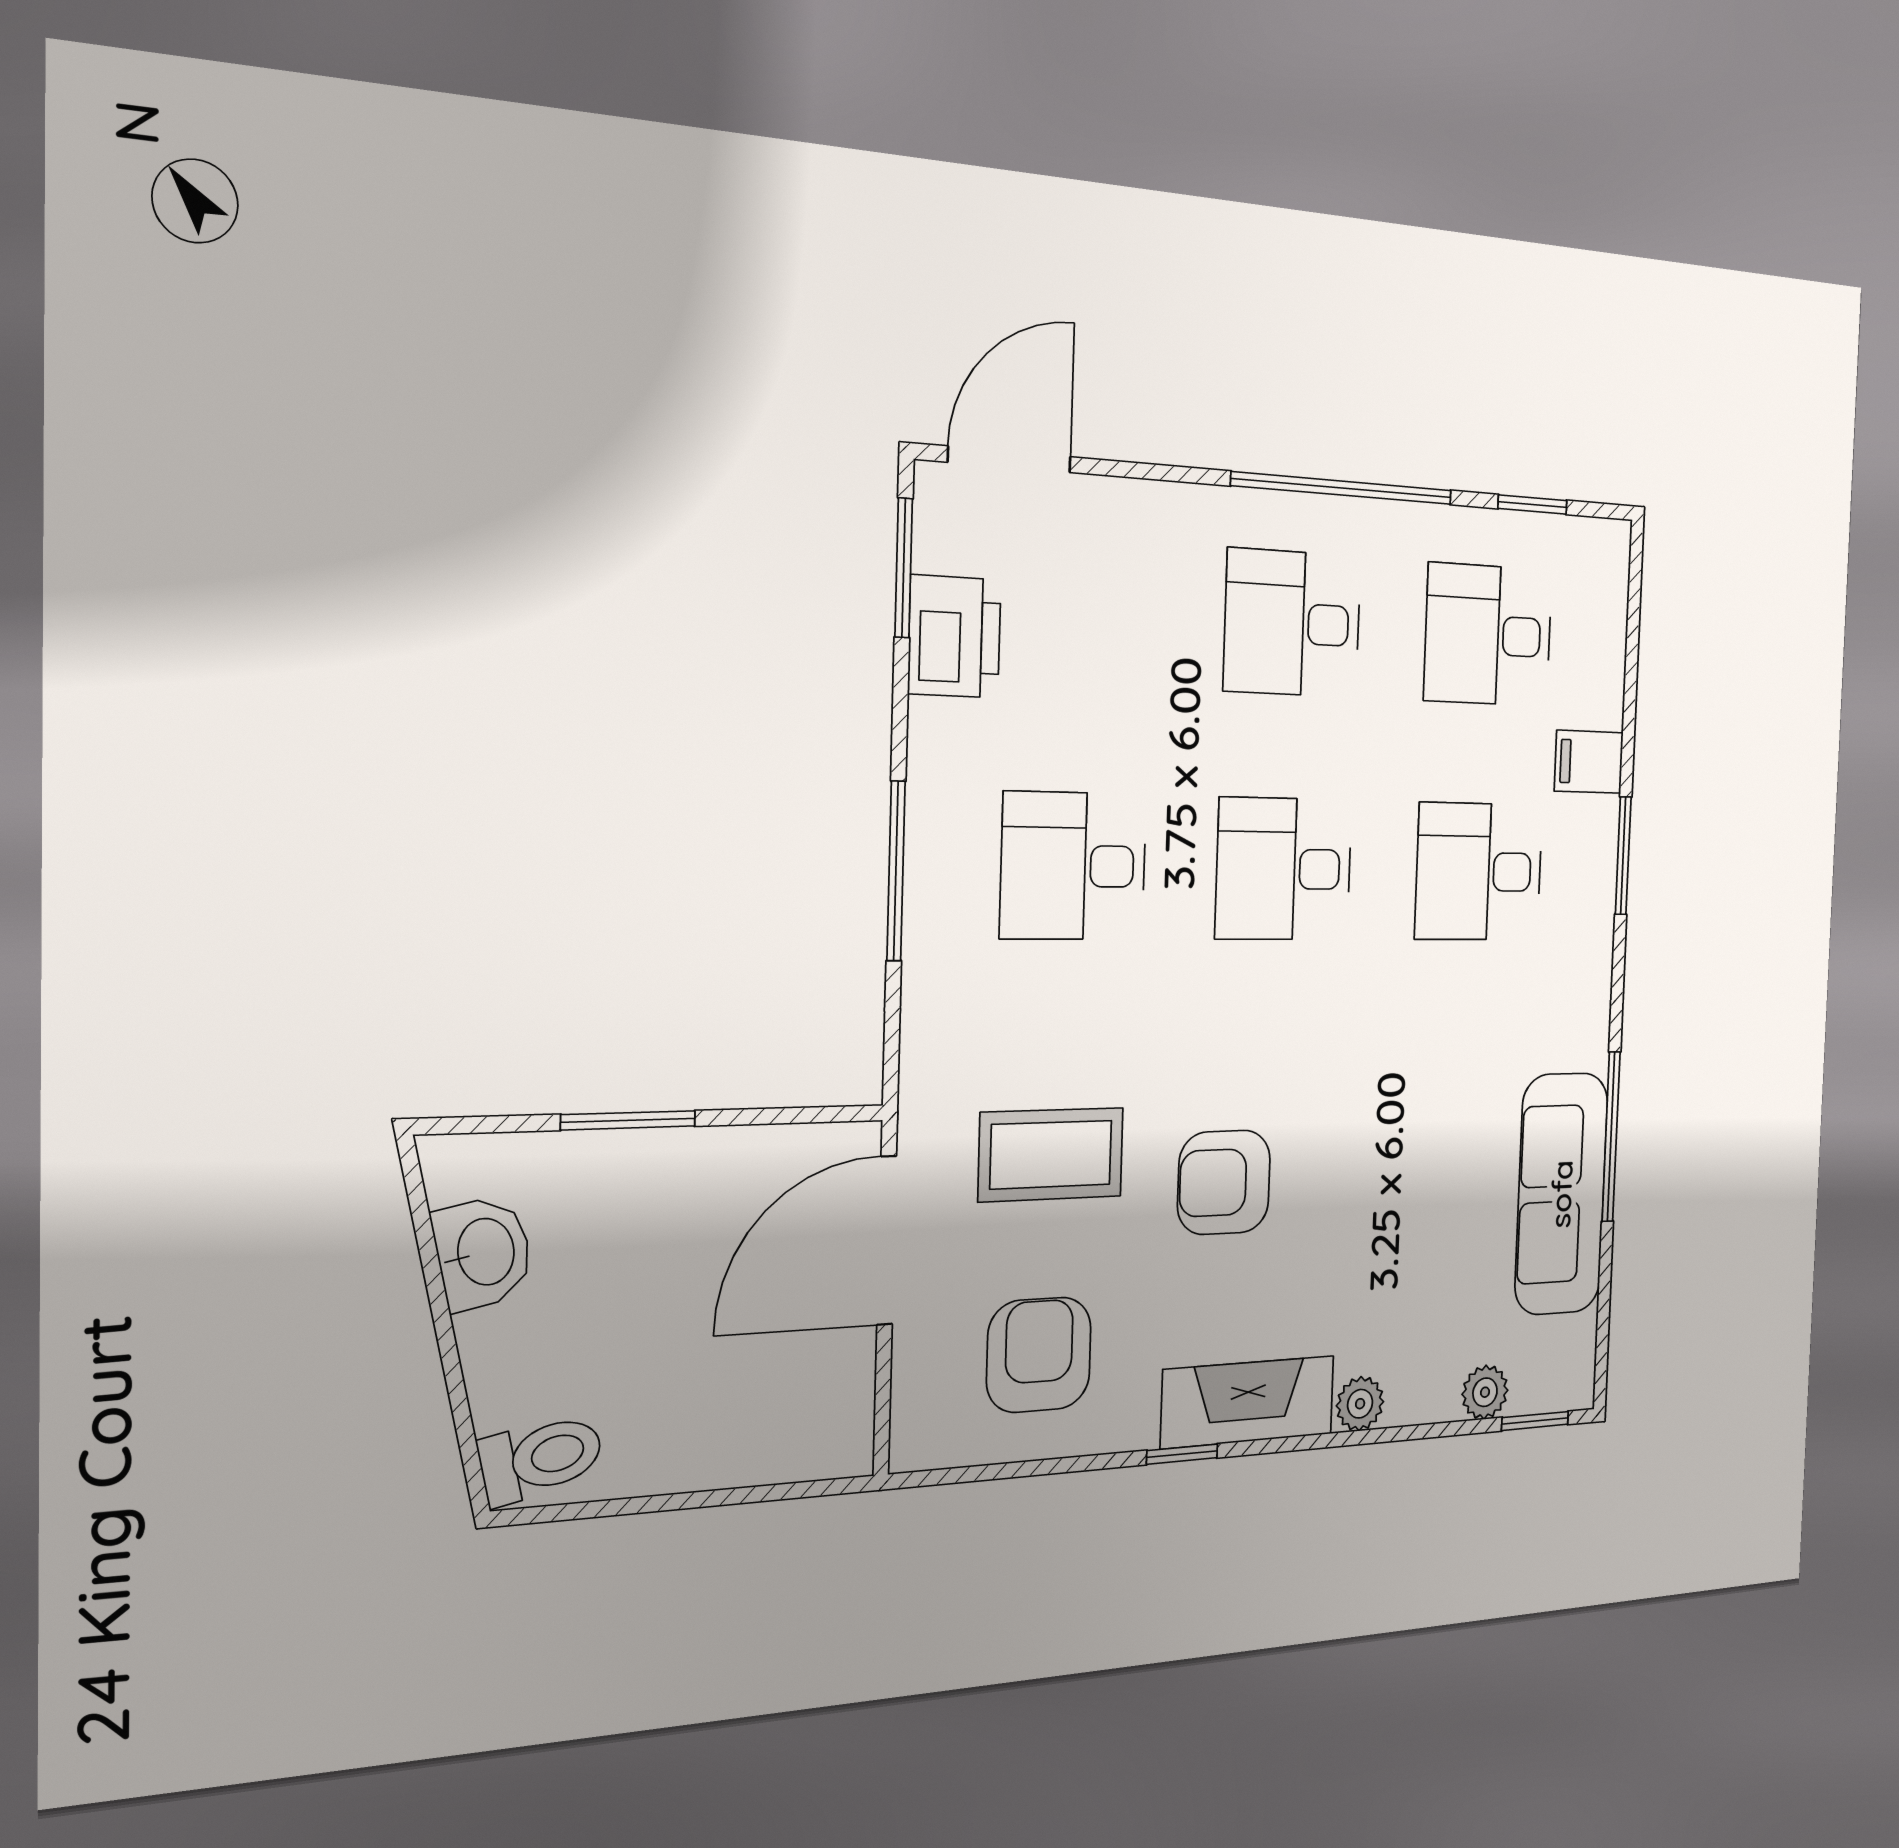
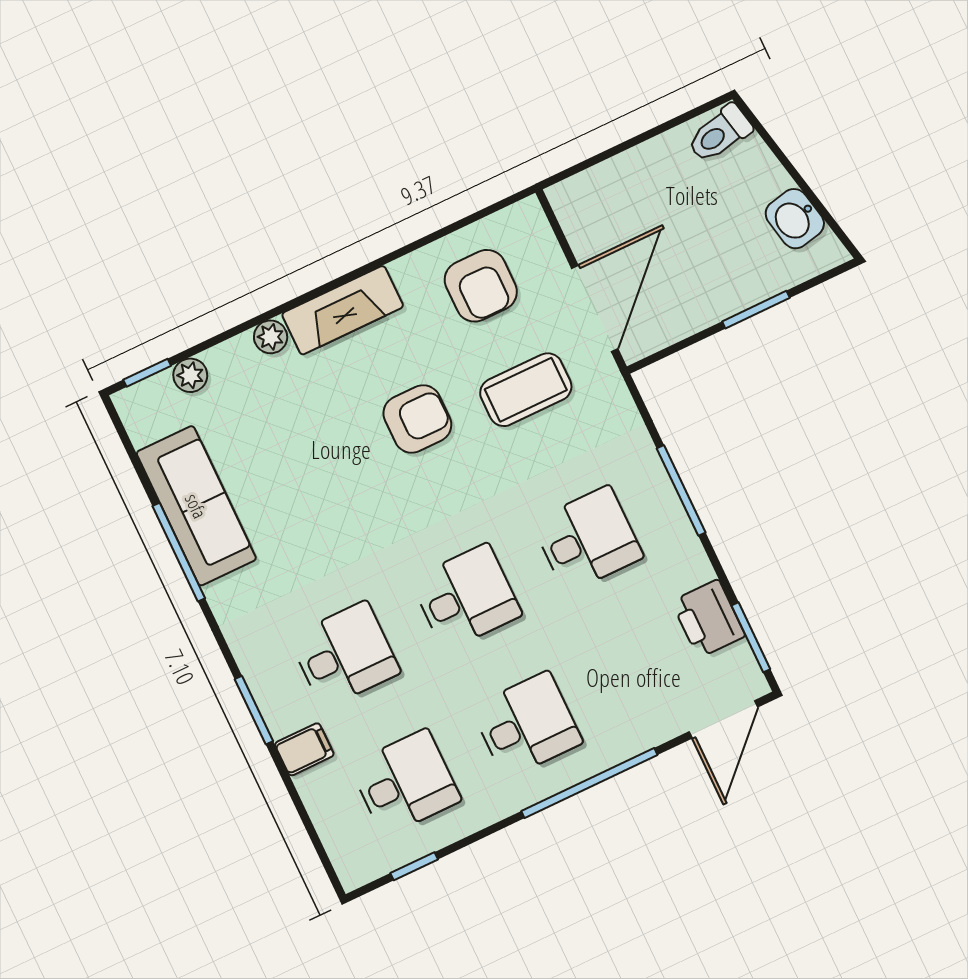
window: (1343, 488) -> (589, 783), moved
window: (1182, 1454) -> (369, 267), removed

